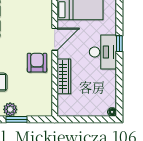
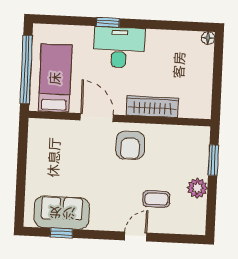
armchair: (37, 63) -> (130, 145), turned -90
window: (17, 119) -> (213, 160), moved

